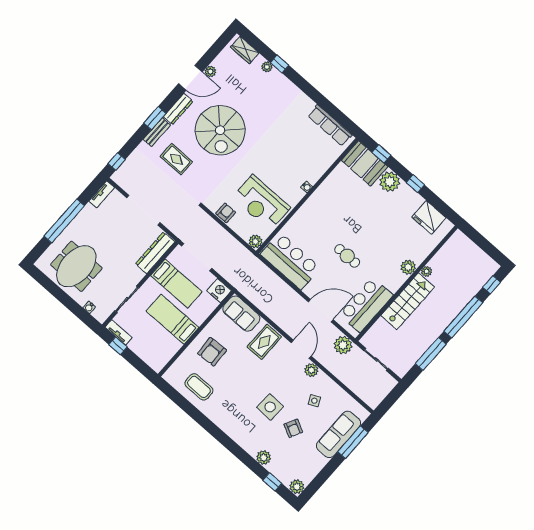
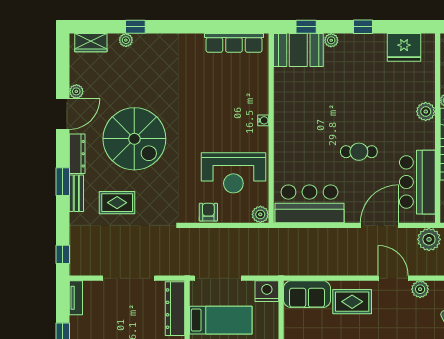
plant: (390, 182) -> (331, 40), width x0.53, depth x0.53
rug: (264, 342) -> (352, 302), turned 90

